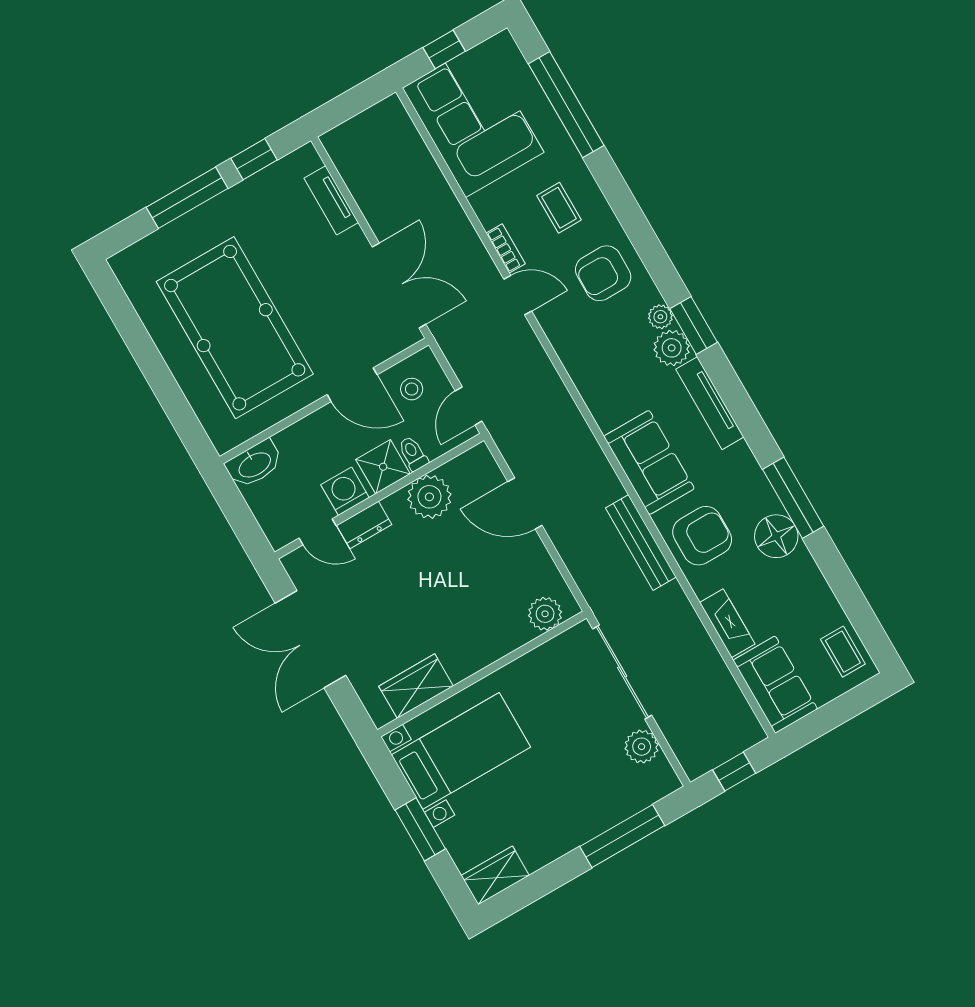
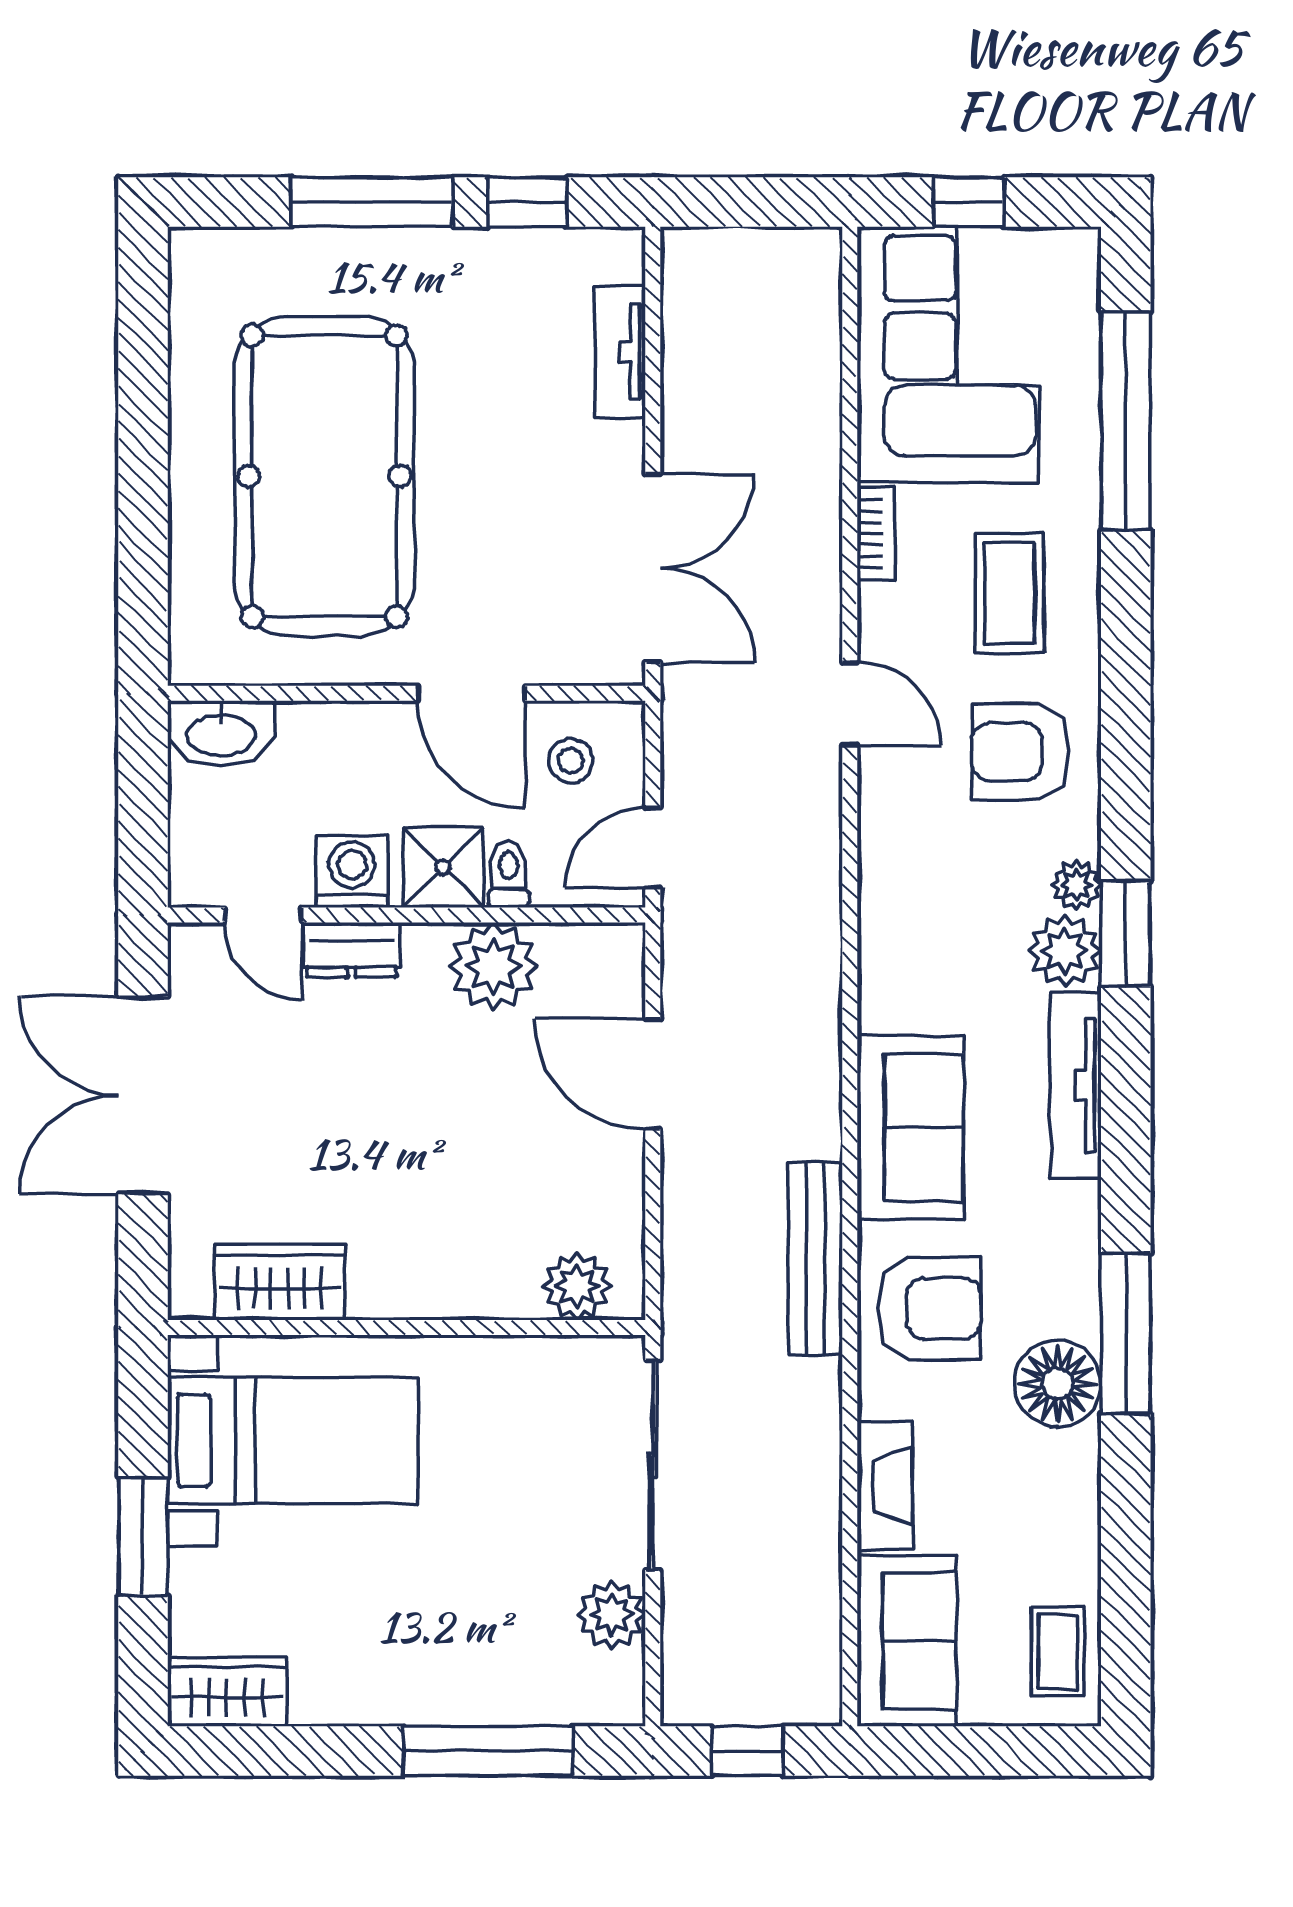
coffee table: (559, 208) -> (1010, 593), width x1.36, depth x1.30
bookcase: (506, 248) -> (876, 533), moved

